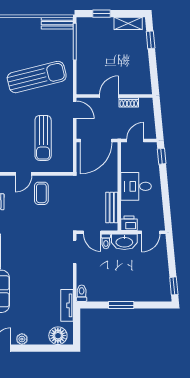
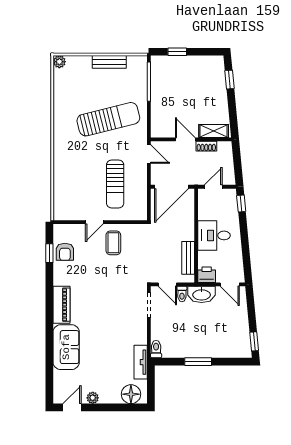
bench: (57, 23) -> (109, 62), moved
shelving: (128, 23) -> (214, 131), moved
door: (109, 96) -> (185, 139), hinge flipped
door: (151, 232) -> (230, 284), hinge flipped

